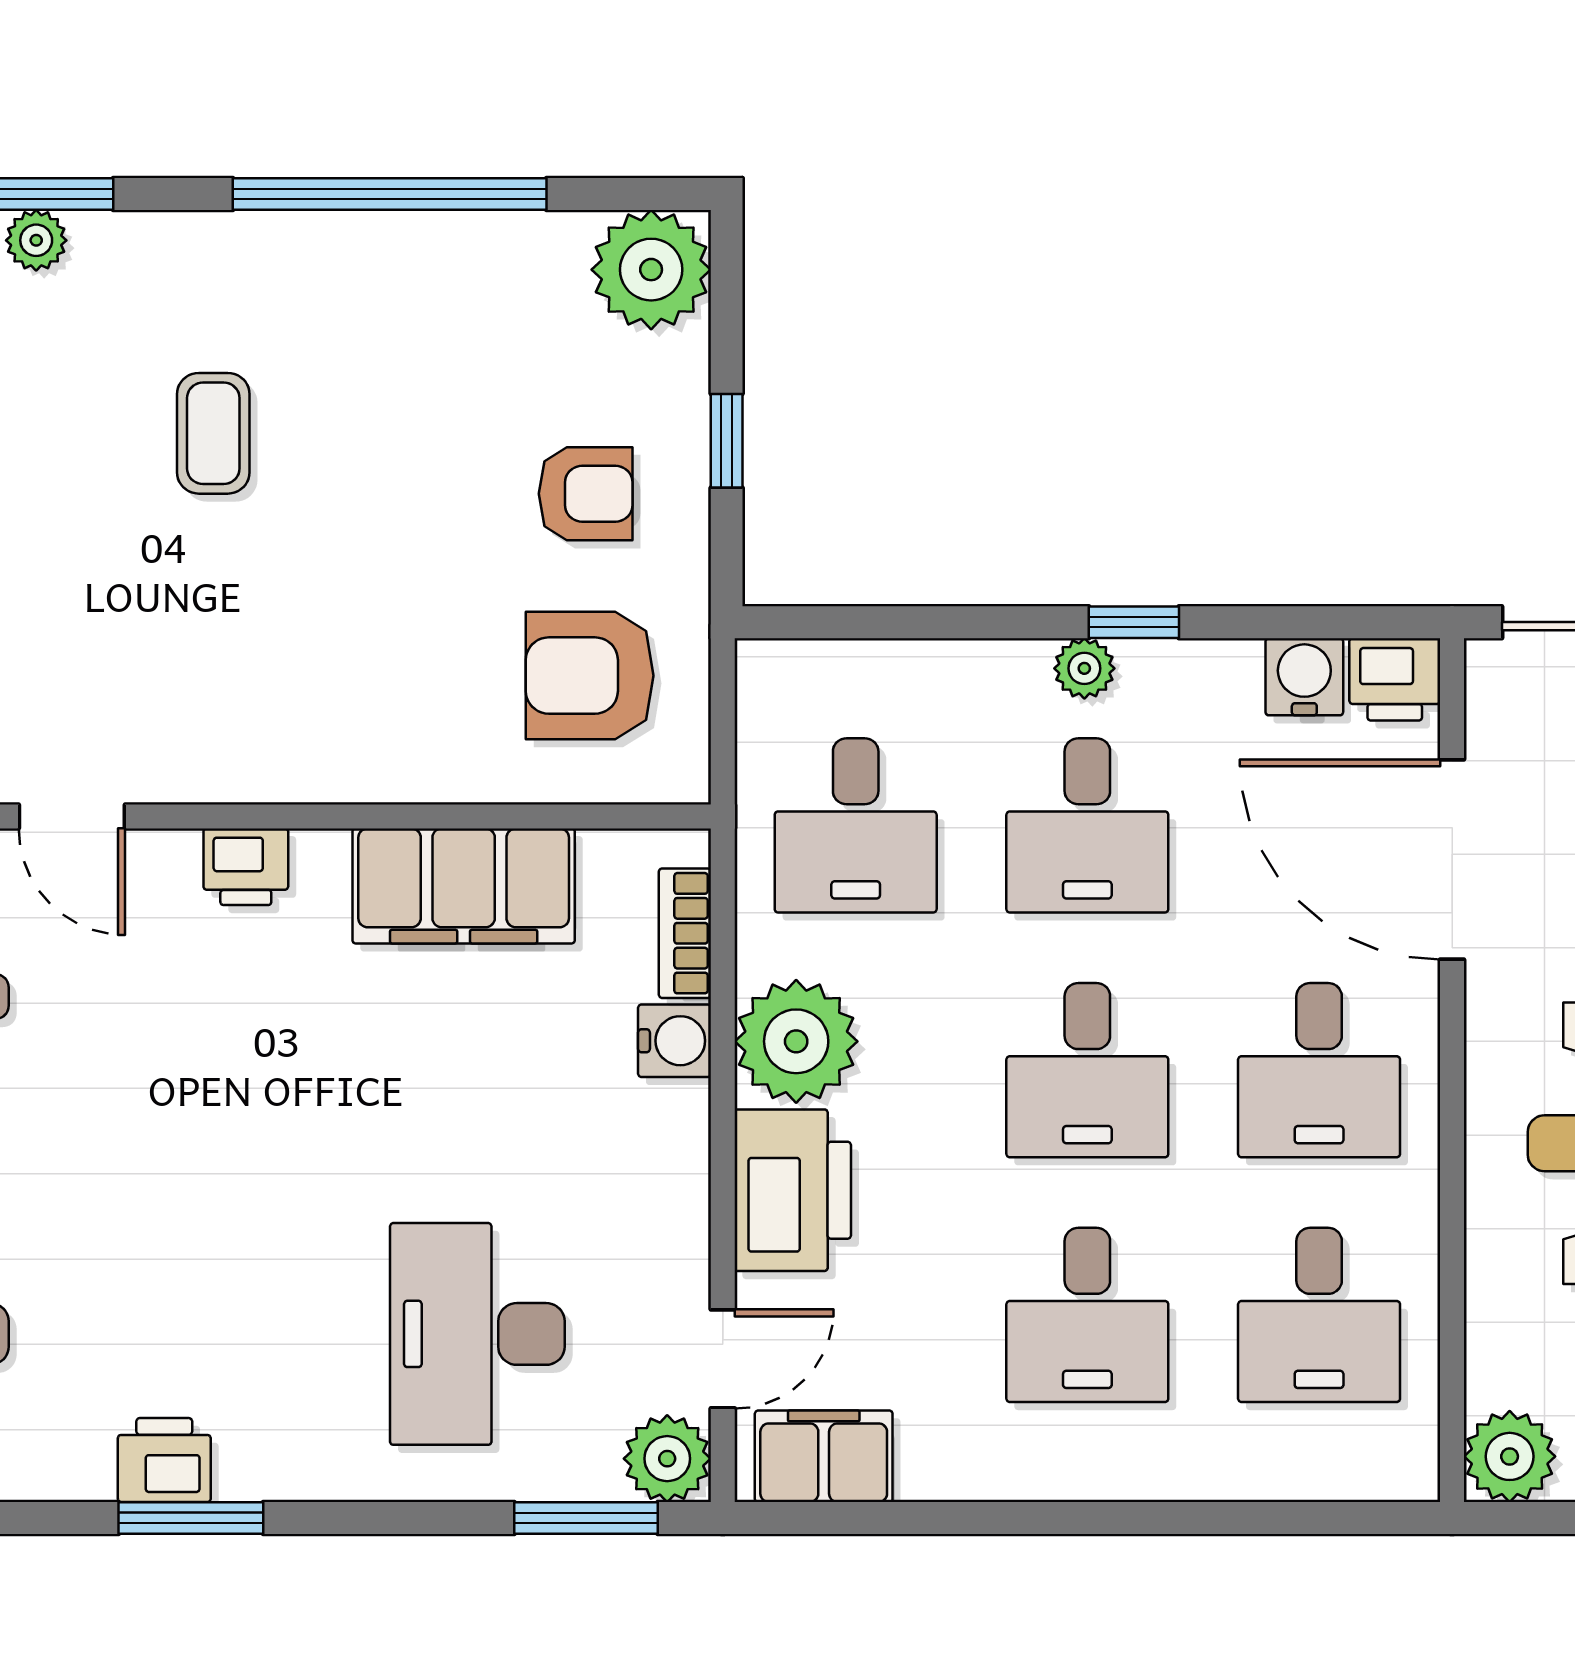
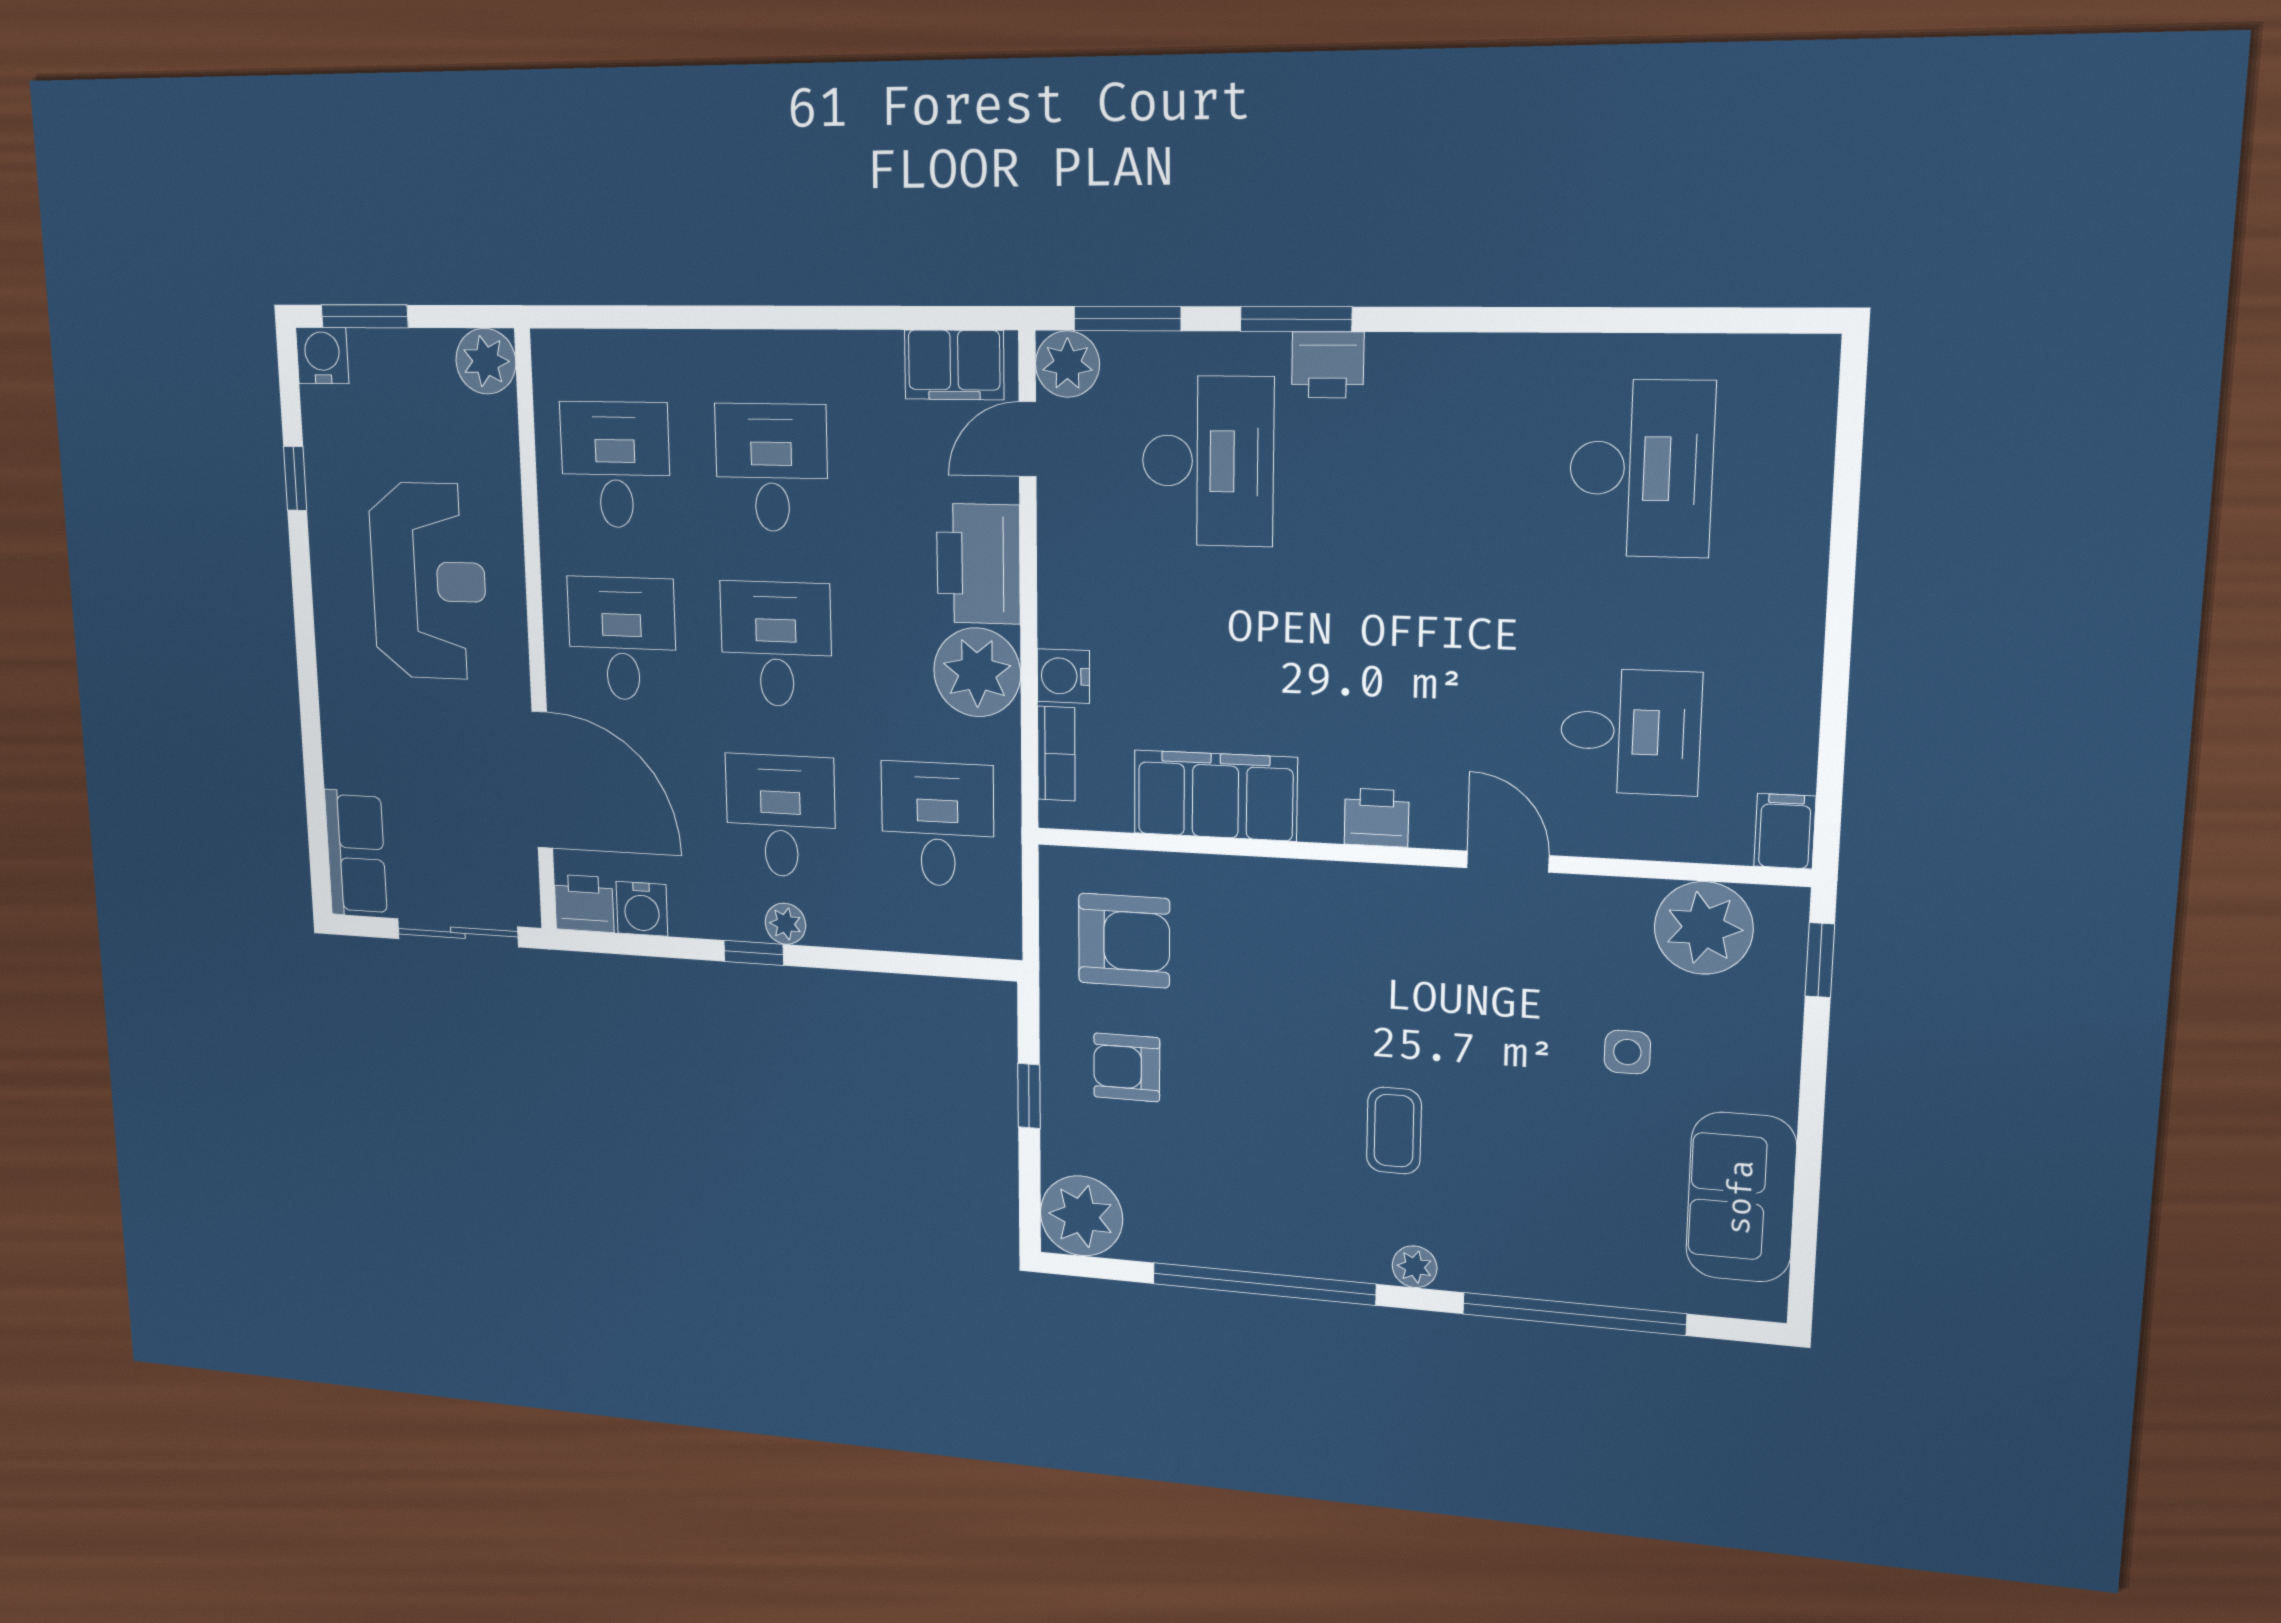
plant: (36, 240) -> (1415, 1267), moved
printer: (164, 1460) -> (1328, 365), moved
window: (191, 1518) -> (1296, 319), moved

